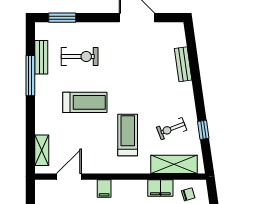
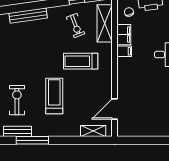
bench: (183, 64) -> (28, 15), width x1.36
door: (69, 177) -> (115, 109), hinge flipped
filing cabinet: (104, 189) -> (124, 51), moved

